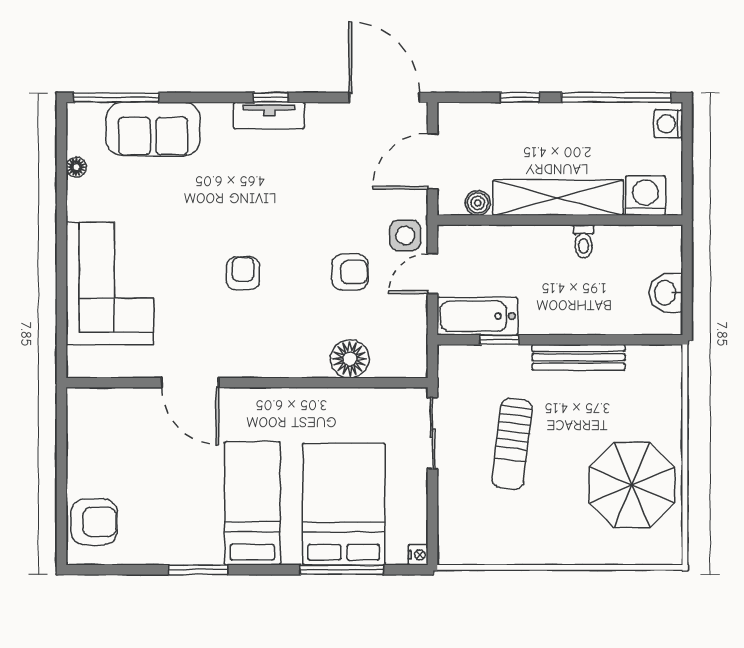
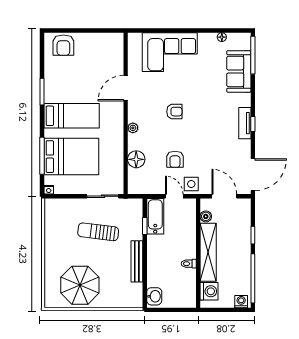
washbasin: (666, 293) -> (154, 296), moved, turned 90
plant: (279, 366) -> (133, 128), added

